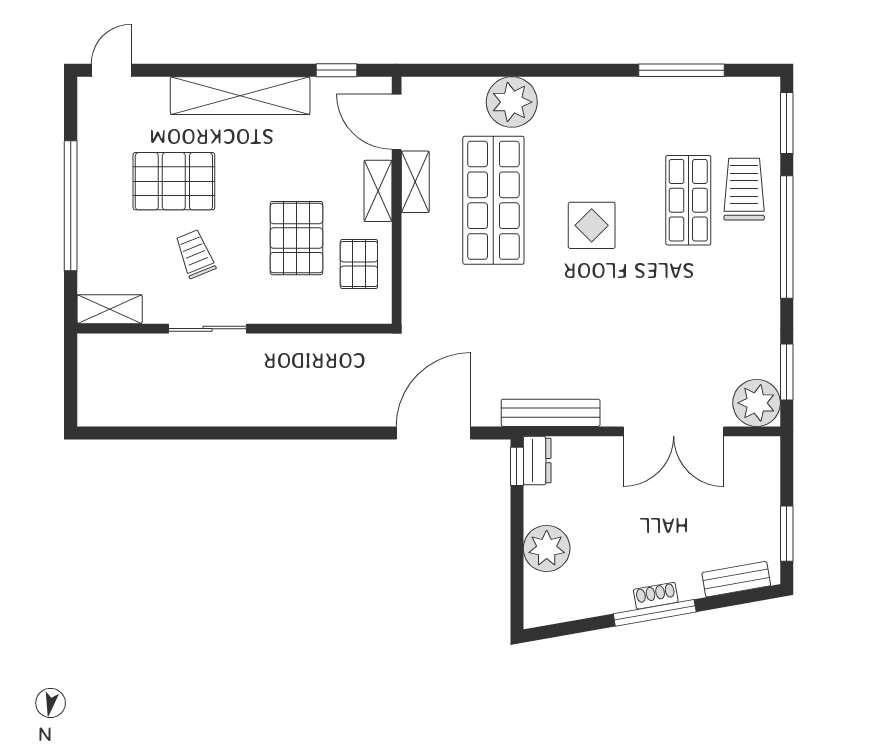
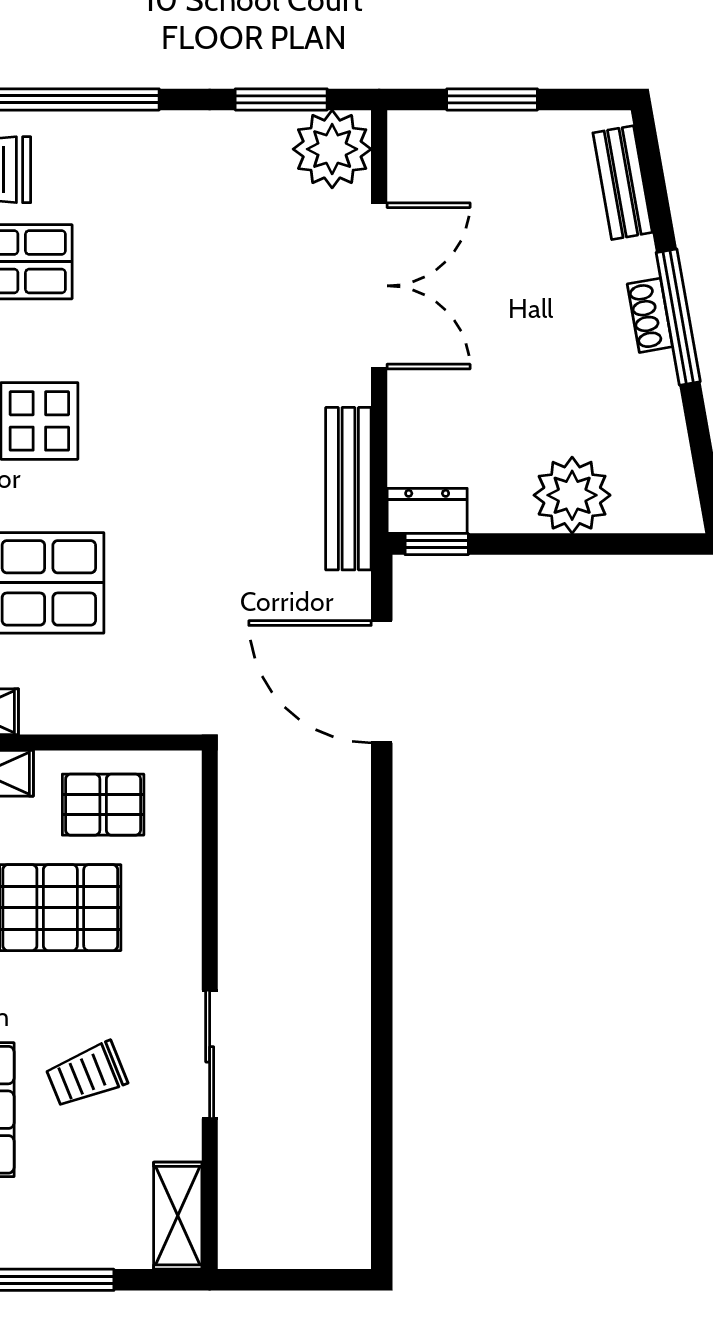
window: (787, 534) -> (492, 99), moved

